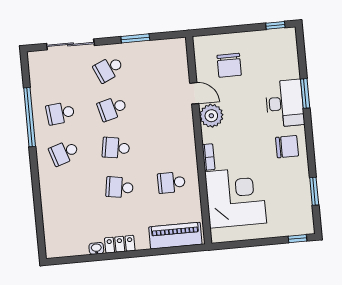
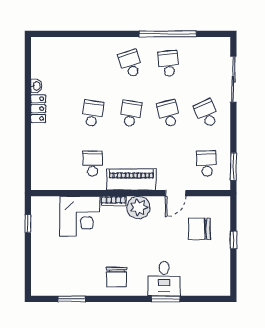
window: (275, 25) -> (233, 240), moved
window: (135, 38) -> (233, 167), moved
school desk: (160, 64) -> (207, 163), added
desk: (285, 103) -> (164, 279), width x0.73
plant: (211, 116) -> (139, 207), moved
corner desk: (236, 197) -> (80, 216), width x0.74, depth x0.74
piano: (175, 236) -> (131, 179), moved, turned -90
window: (297, 239) -> (28, 224), moved

